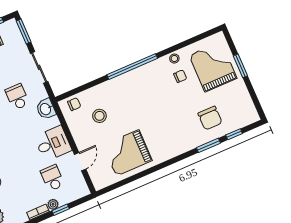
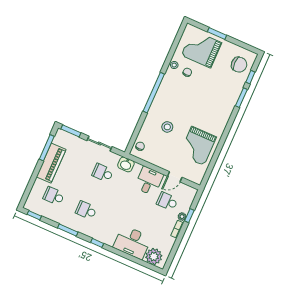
stool: (99, 116) -> (167, 127), moved
chair: (210, 118) -> (239, 65), moved
door: (80, 162) -> (175, 177), swing flipped

